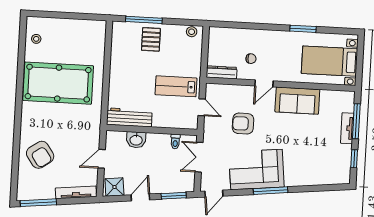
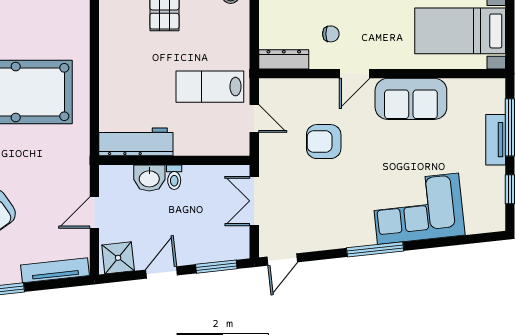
toilet: (175, 141) -> (174, 177), moved
corner sofa: (256, 170) -> (418, 209), moved

